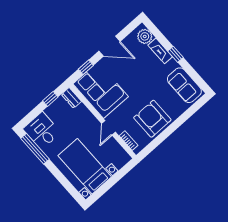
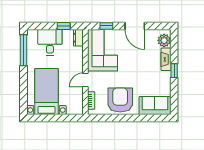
sofa: (184, 85) -> (155, 106), moved, turned 90
desk: (42, 131) -> (50, 42), moved

